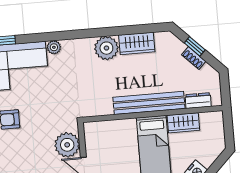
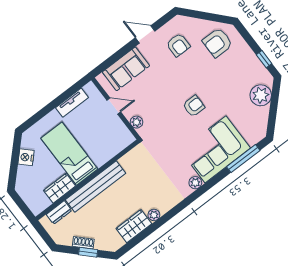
plant: (106, 48) -> (154, 215), width x0.53, depth x0.53
plant: (67, 145) -> (137, 122), width x0.53, depth x0.53

